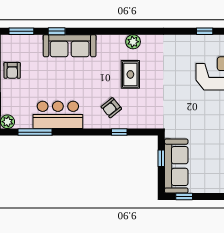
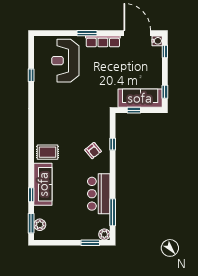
plant: (133, 42) -> (40, 225), moved
armchair: (12, 70) -> (63, 231), removed
rug: (130, 74) -> (48, 152), moved

